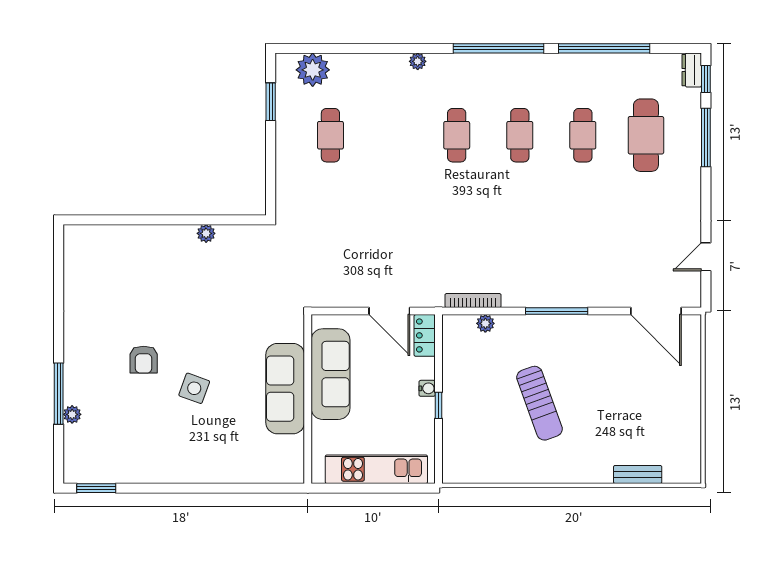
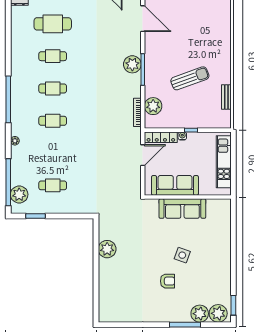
window: (604, 48) -> (8, 182), moved
plant: (206, 233) -> (107, 249), width x1.88, depth x1.88
plant: (567, 291) -> (132, 64), added
door: (656, 311) -> (143, 19), hinge flipped
plant: (485, 323) -> (153, 106), width x1.88, depth x1.88
locker: (425, 335) -> (161, 137), width x1.53
plant: (72, 414) -> (200, 314), width x1.88, depth x1.88
plant: (81, 458) -> (218, 313), added
bench: (638, 474) -> (226, 97), moved

